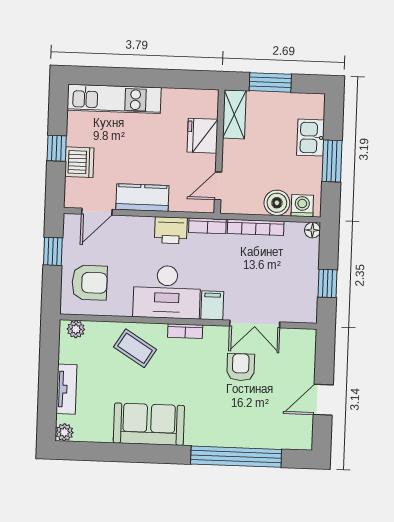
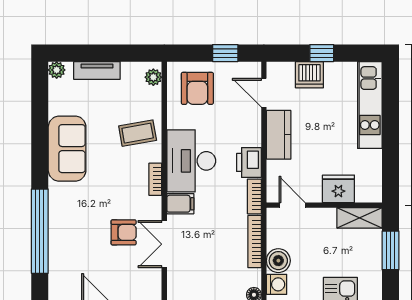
coffee table: (135, 348) -> (138, 133), turned 48

